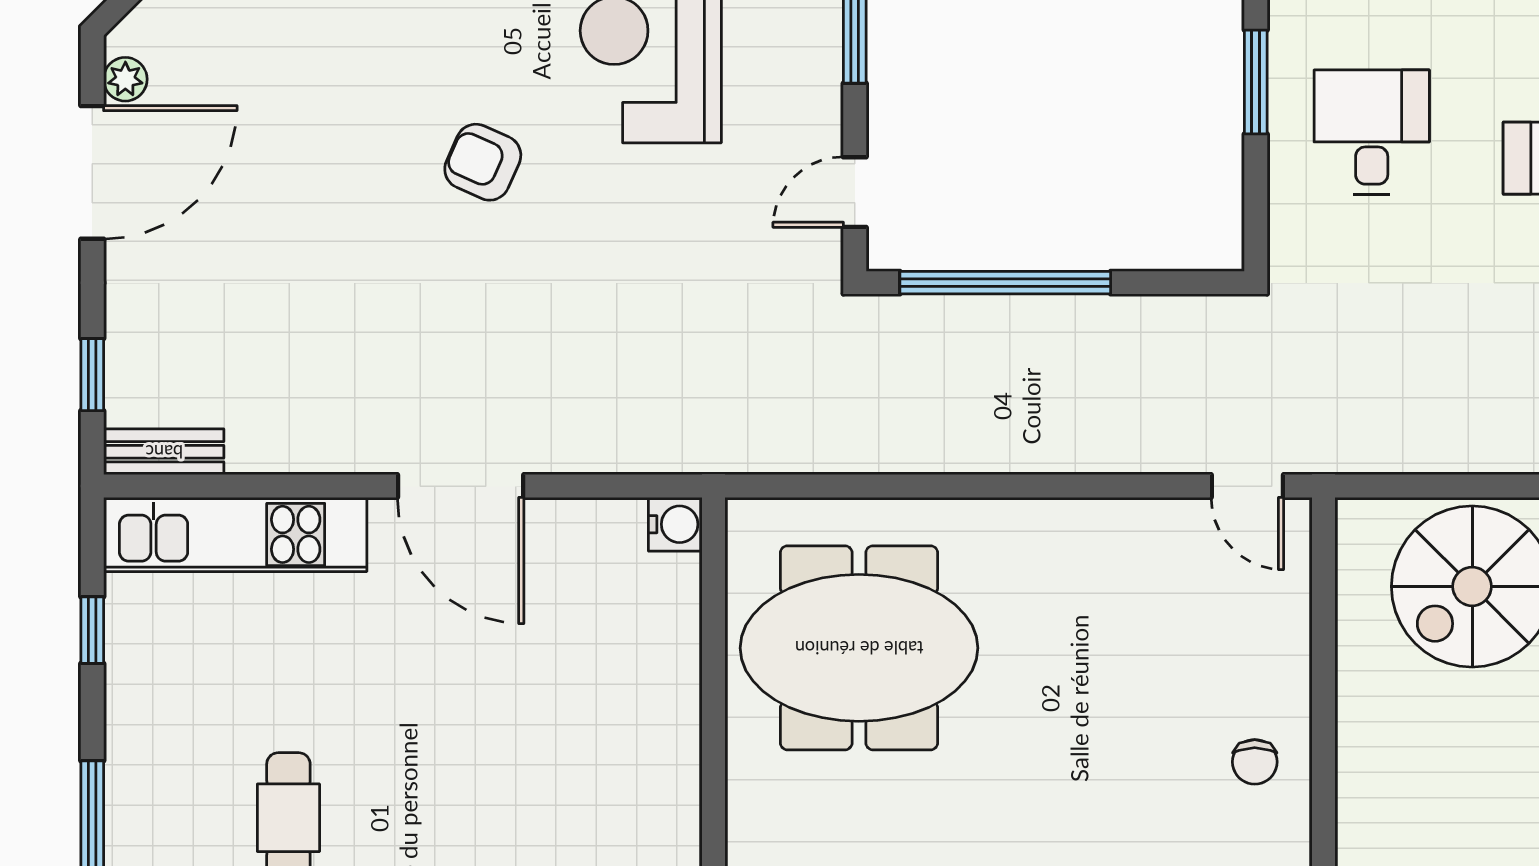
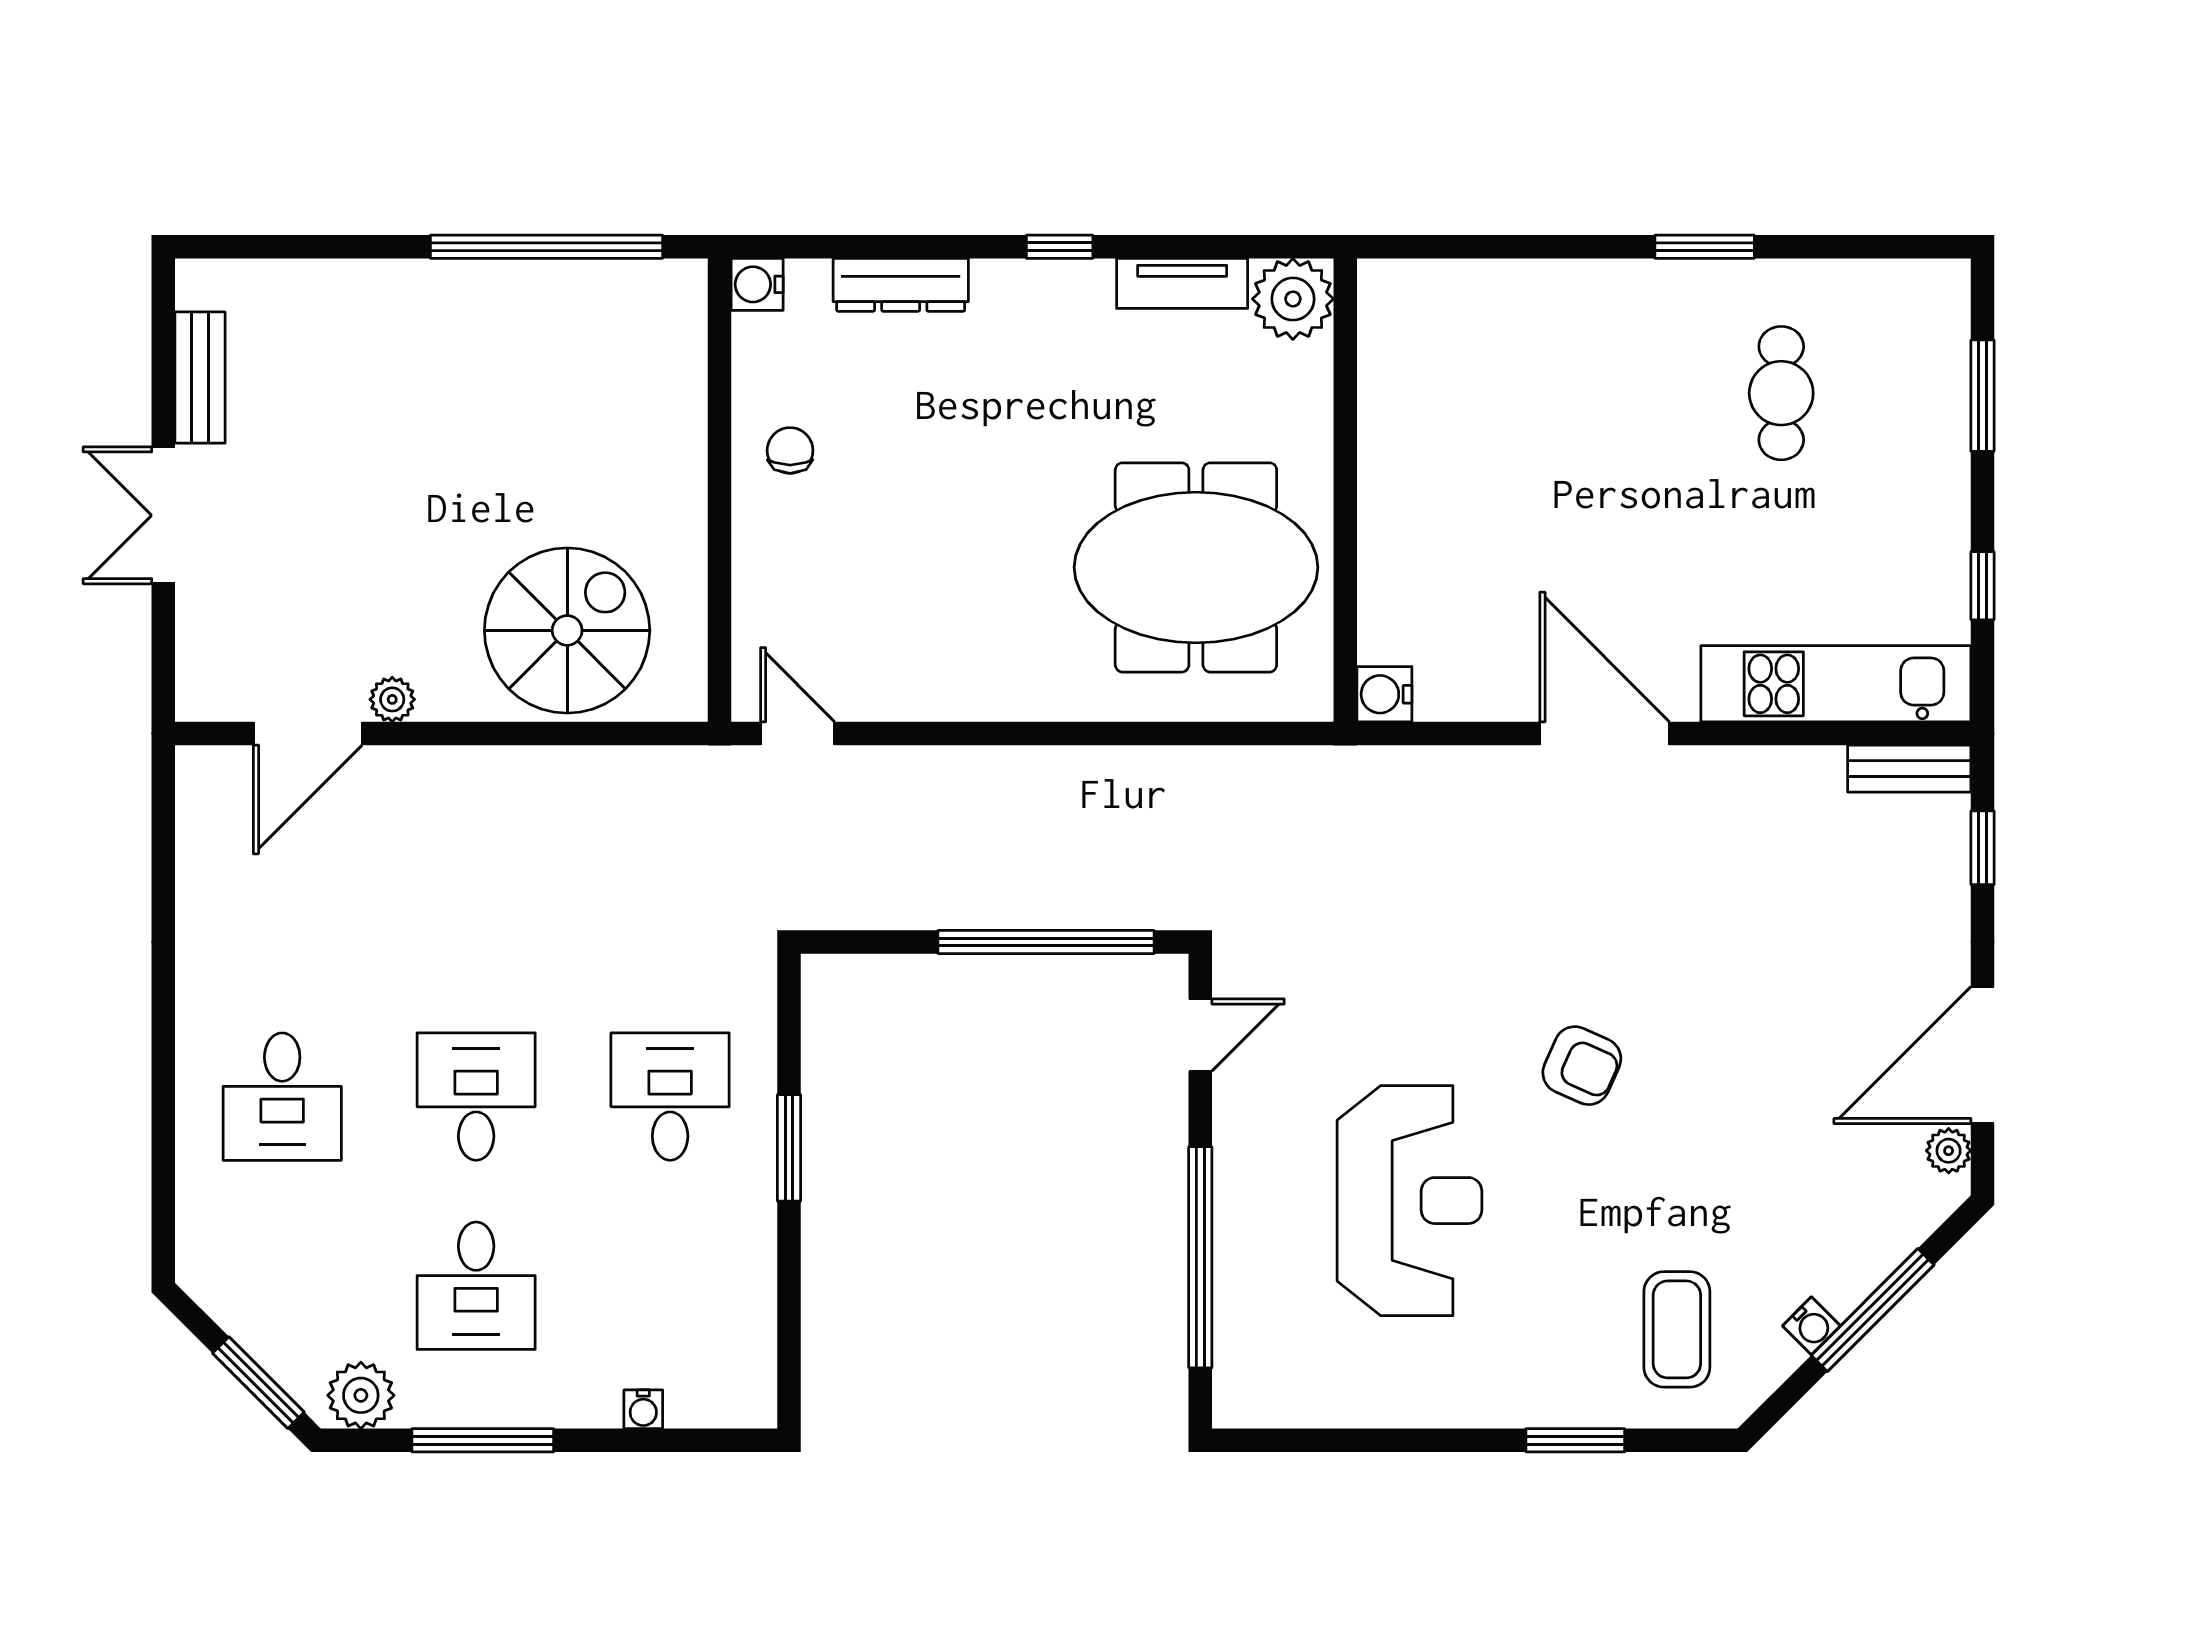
desk: (1372, 132) -> (670, 1097), turned 180

